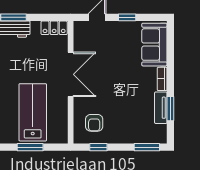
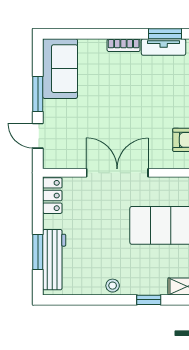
window: (127, 17) -> (38, 94), width x1.50
sofa: (154, 45) -> (60, 69), moved, turned -90

